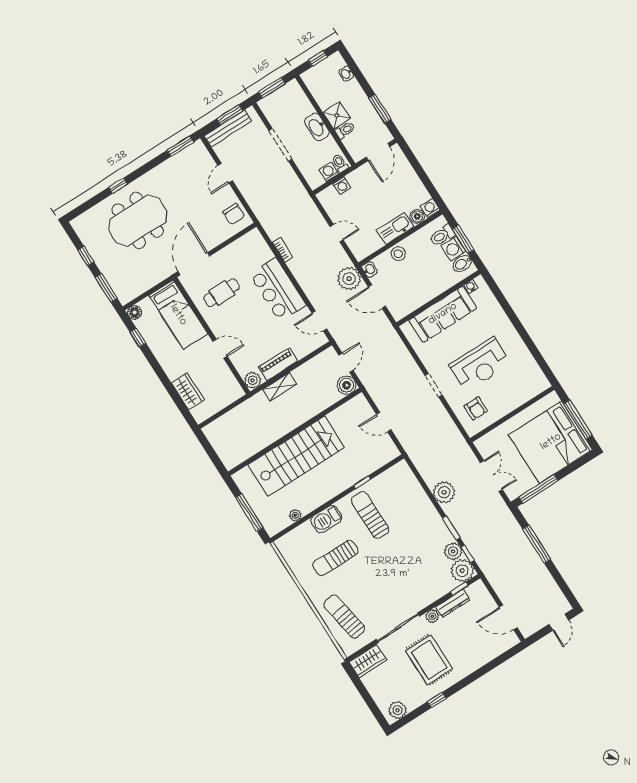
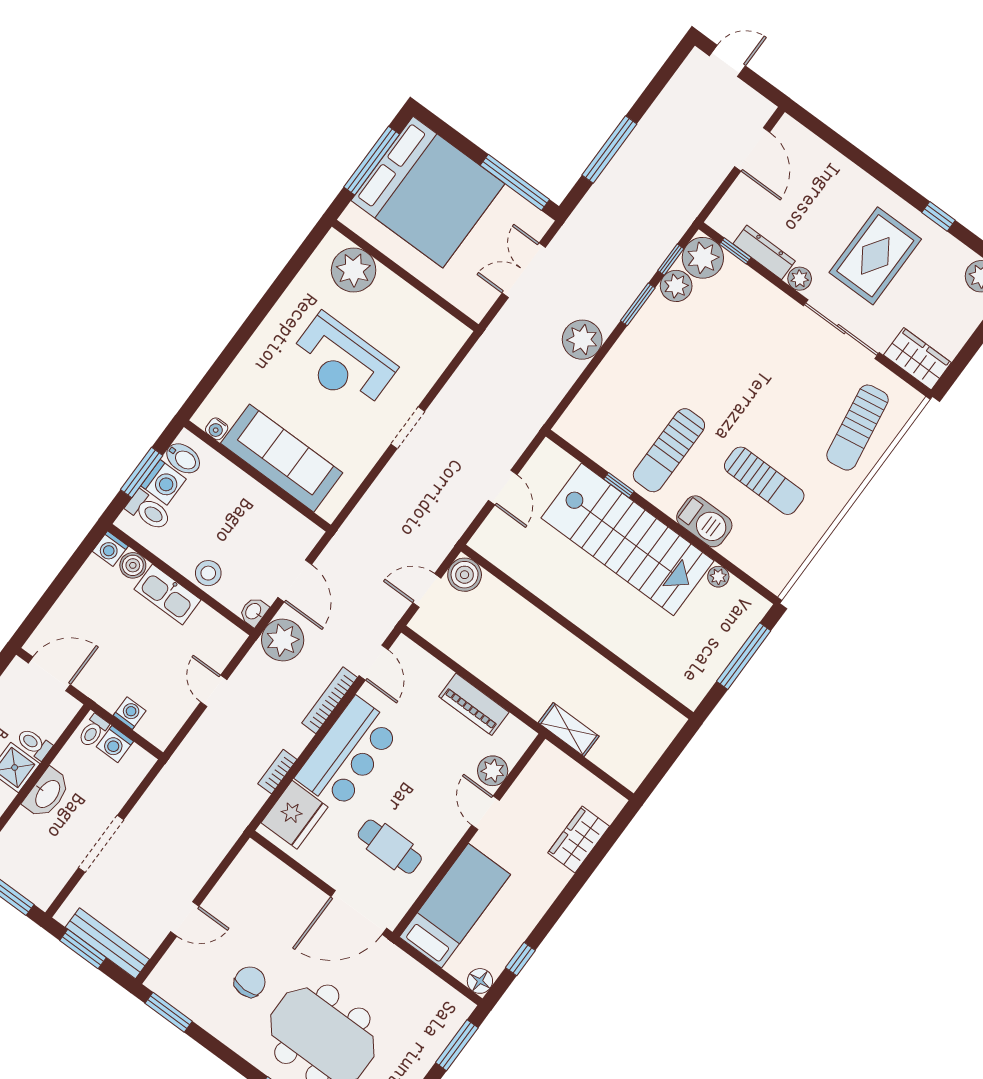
chair: (234, 214) -> (250, 982), moved
fridge: (257, 250) -> (295, 815), added
bookcase: (309, 291) -> (330, 700), added
reception desk: (480, 364) -> (342, 363), turned 180
plant: (253, 380) -> (493, 771), moved
shelving: (280, 387) -> (569, 730), moved
plant: (525, 389) -> (354, 270), added
armchair: (476, 408) -> (420, 341), removed
stairs: (296, 456) -> (628, 539), moved, turned 180

